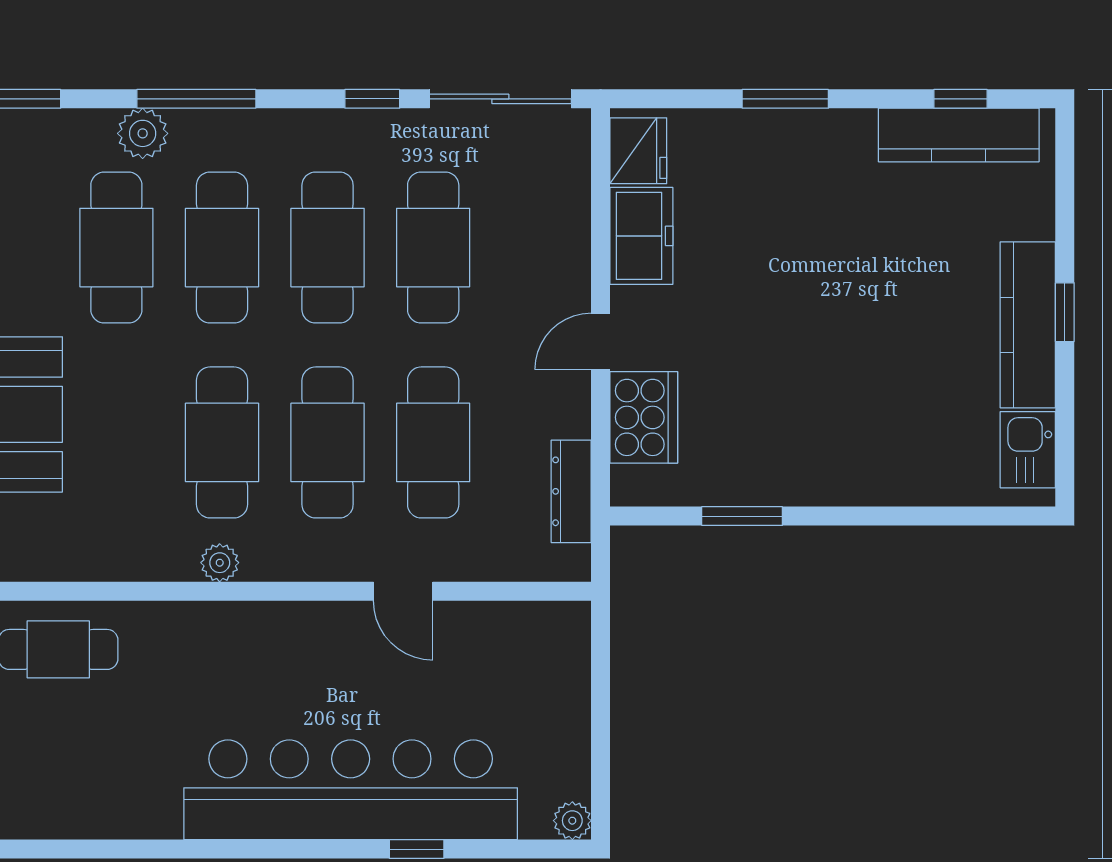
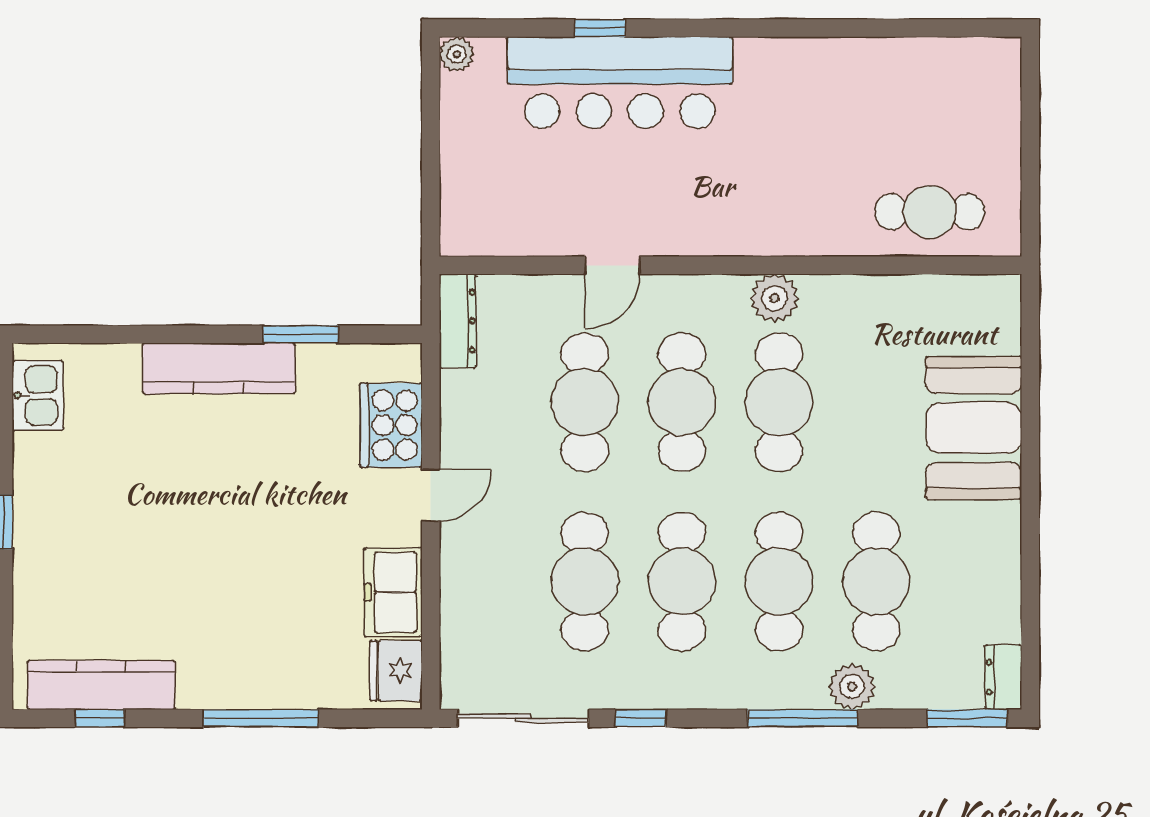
window: (785, 99) -> (261, 718), width x1.44
kitchen counter: (1028, 325) -> (219, 368), moved, turned 90
dresser: (571, 491) -> (458, 321), moved
plant: (220, 563) -> (775, 298), width x1.38, depth x1.38
door: (403, 591) -> (612, 265), swing flipped
bar counter: (351, 790) -> (620, 83), width x0.73

